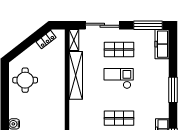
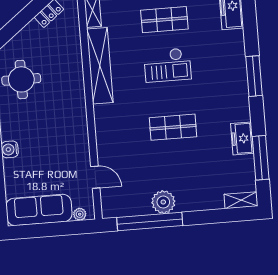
checkout: (119, 78) -> (167, 65), turned 180

